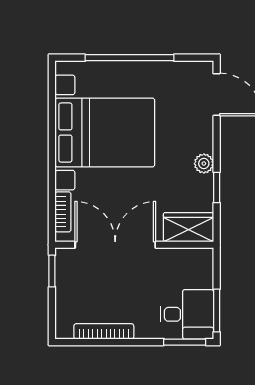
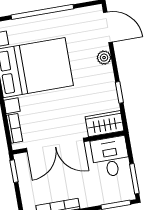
plant: (204, 164) -> (104, 58), moved
double door: (115, 245) -> (55, 145), swing flipped
desk: (187, 314) -> (111, 157), moved, turned -90

